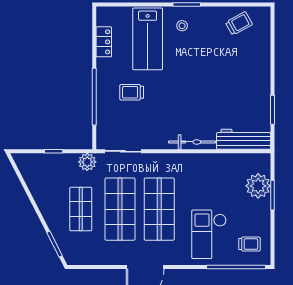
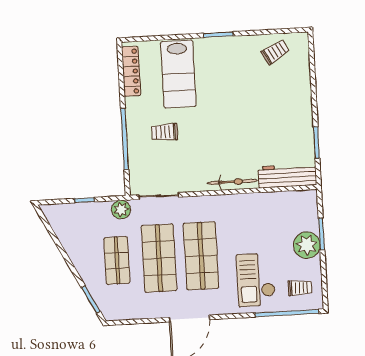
stool: (182, 26) -> (215, 58), removed
locker: (104, 42) -> (131, 71), width x1.53
plant: (258, 186) -> (307, 245), moved

